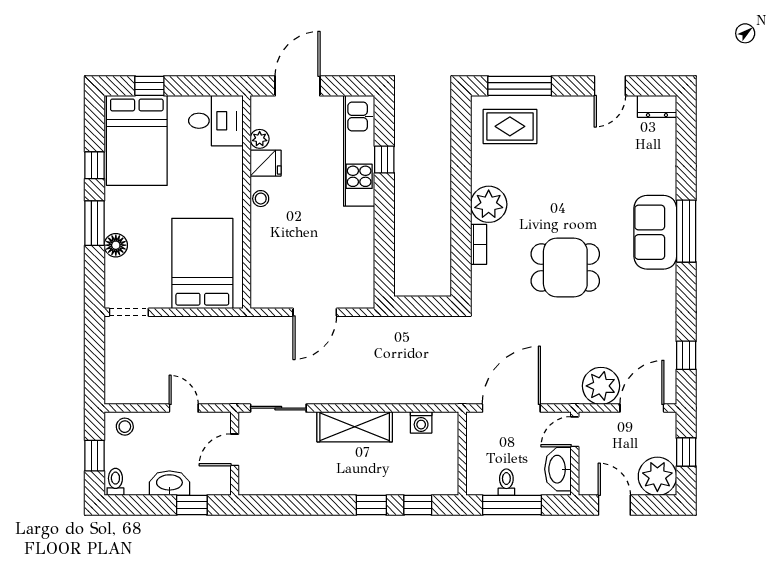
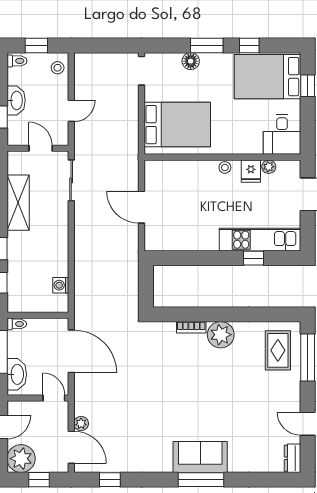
dining table: (565, 267) -> (174, 391), removed
plant: (601, 386) -> (81, 424), width x0.53, depth x0.53
shelving: (355, 427) -> (18, 203), moved
washbasin: (558, 469) -> (17, 374), moved, turned 90
toilet: (506, 482) -> (17, 324), moved

